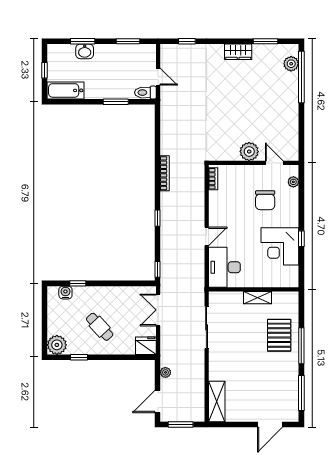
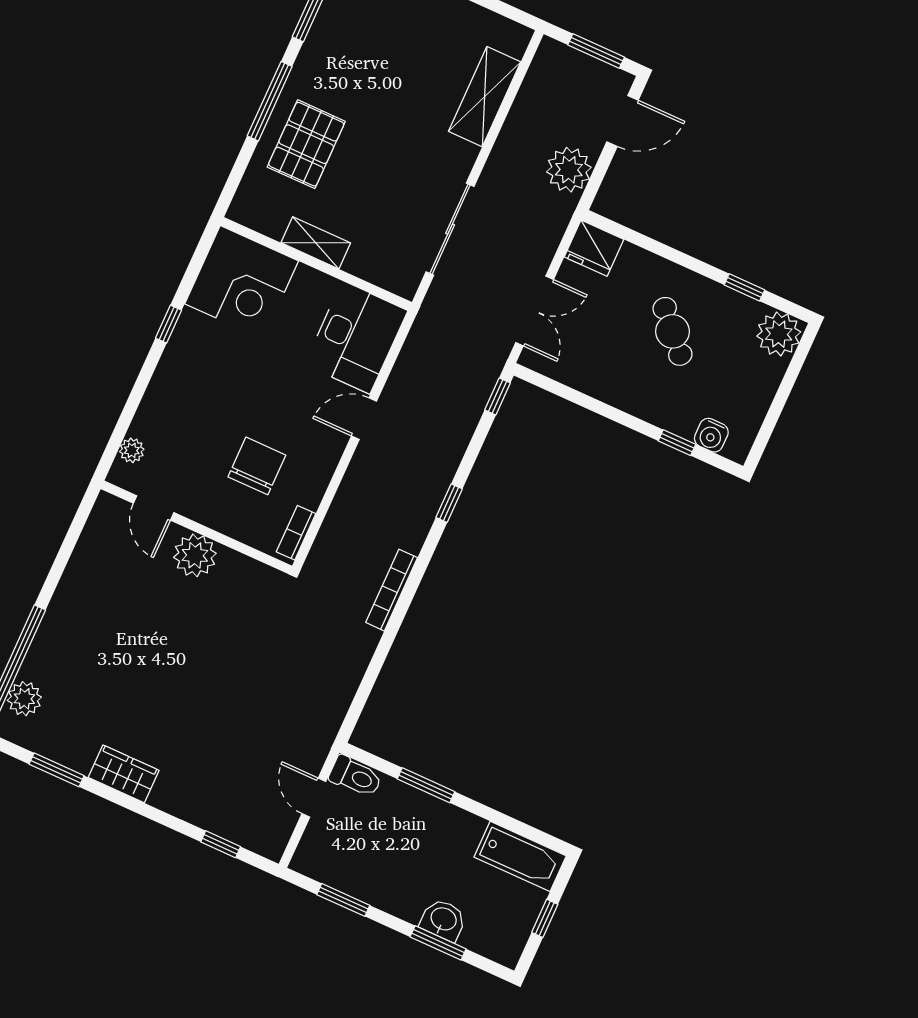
chair: (265, 200) -> (257, 466), moved
corner desk: (280, 246) -> (242, 282), moved, turned 90
plant: (165, 372) -> (569, 170), width x1.88, depth x1.88
shelving: (217, 401) -> (485, 97), moved

